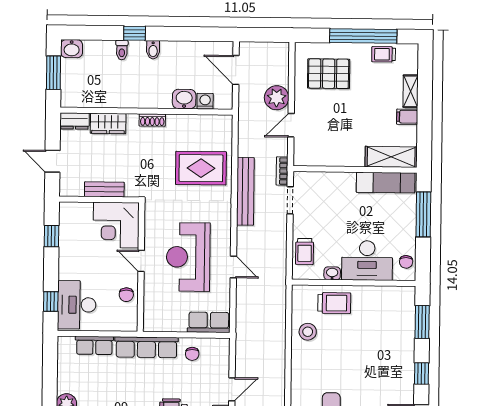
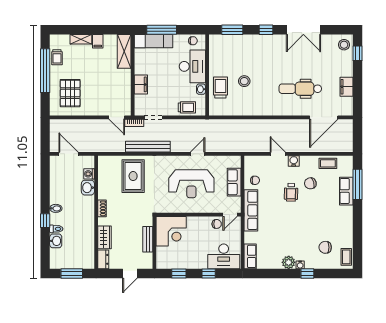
washbasin: (72, 49) -> (56, 241), moved
door: (236, 70) -> (68, 154), swing flipped
plant: (277, 98) -> (86, 127), removed
door: (291, 125) -> (117, 117), moved
filing cabinet: (340, 182) -> (141, 84), added
exam couch: (386, 183) -> (153, 41), moved, turned 90
door: (141, 261) -> (230, 215), moved
window: (51, 302) -> (209, 273), moved
row of seats: (209, 322) -> (234, 182), moved
stool: (308, 332) -> (244, 81), moved
row of seats: (94, 345) -> (250, 256), moved

